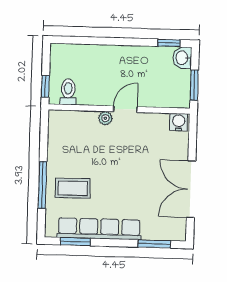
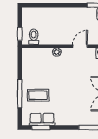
door: (125, 109) -> (80, 46), moved
row of seats: (99, 229) -> (42, 119), width x0.50

